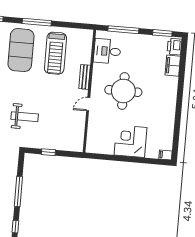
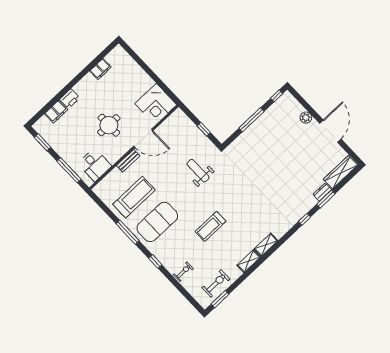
printer: (174, 47) -> (70, 99), moved
round table: (123, 91) -> (109, 125), width x0.73, depth x0.73
door: (88, 104) -> (143, 138), width x1.87
corner desk: (130, 141) -> (156, 104), moved
filing cabinet: (165, 155) -> (100, 69), moved, width x2.00

